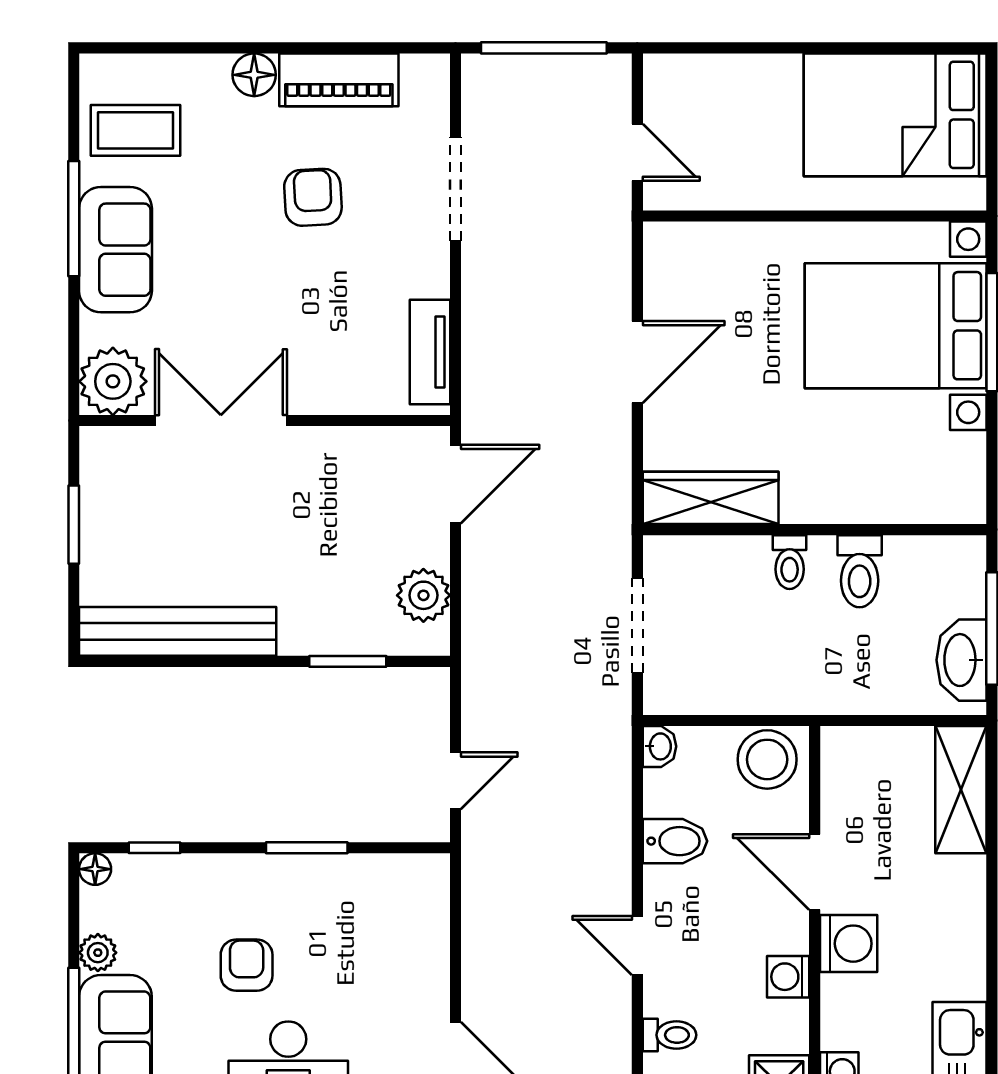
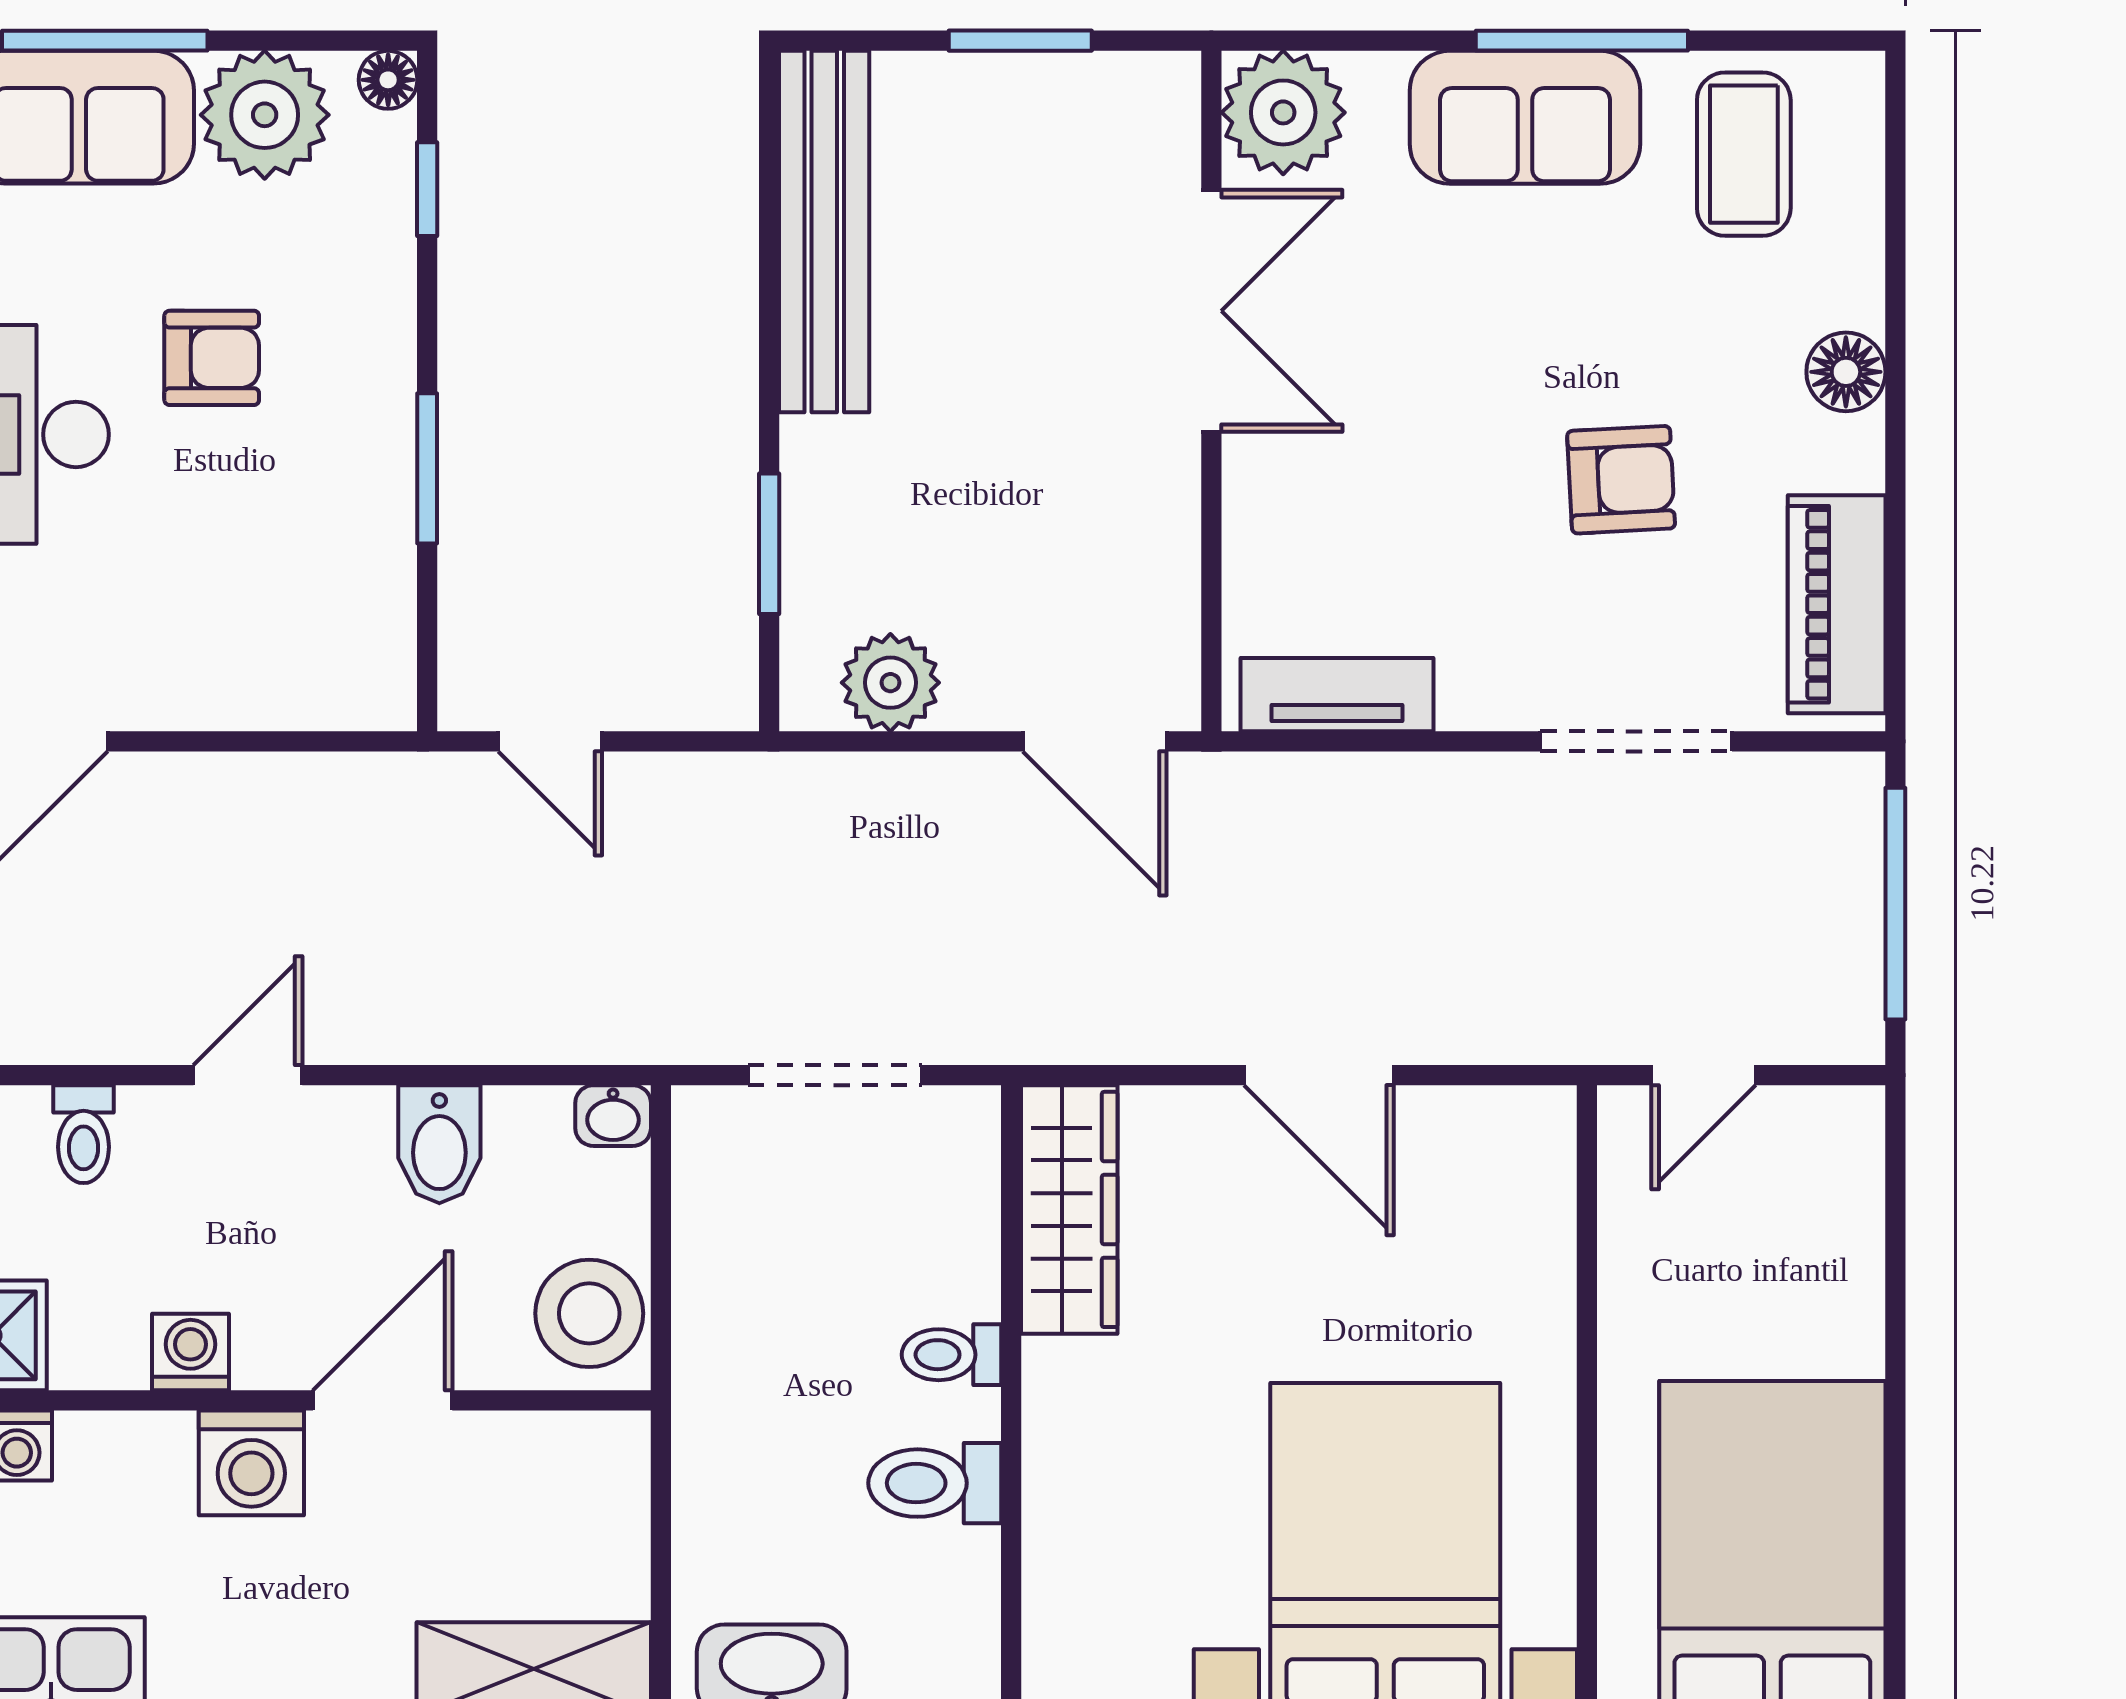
piano: (339, 80) -> (1837, 604), moved
plant: (98, 953) -> (265, 115), width x1.87, depth x1.87

